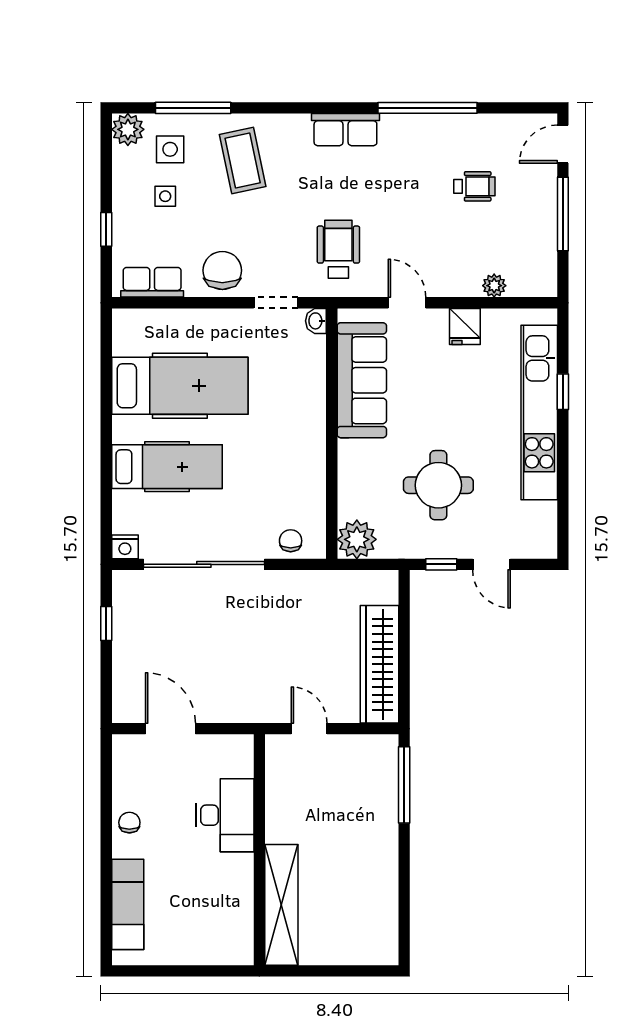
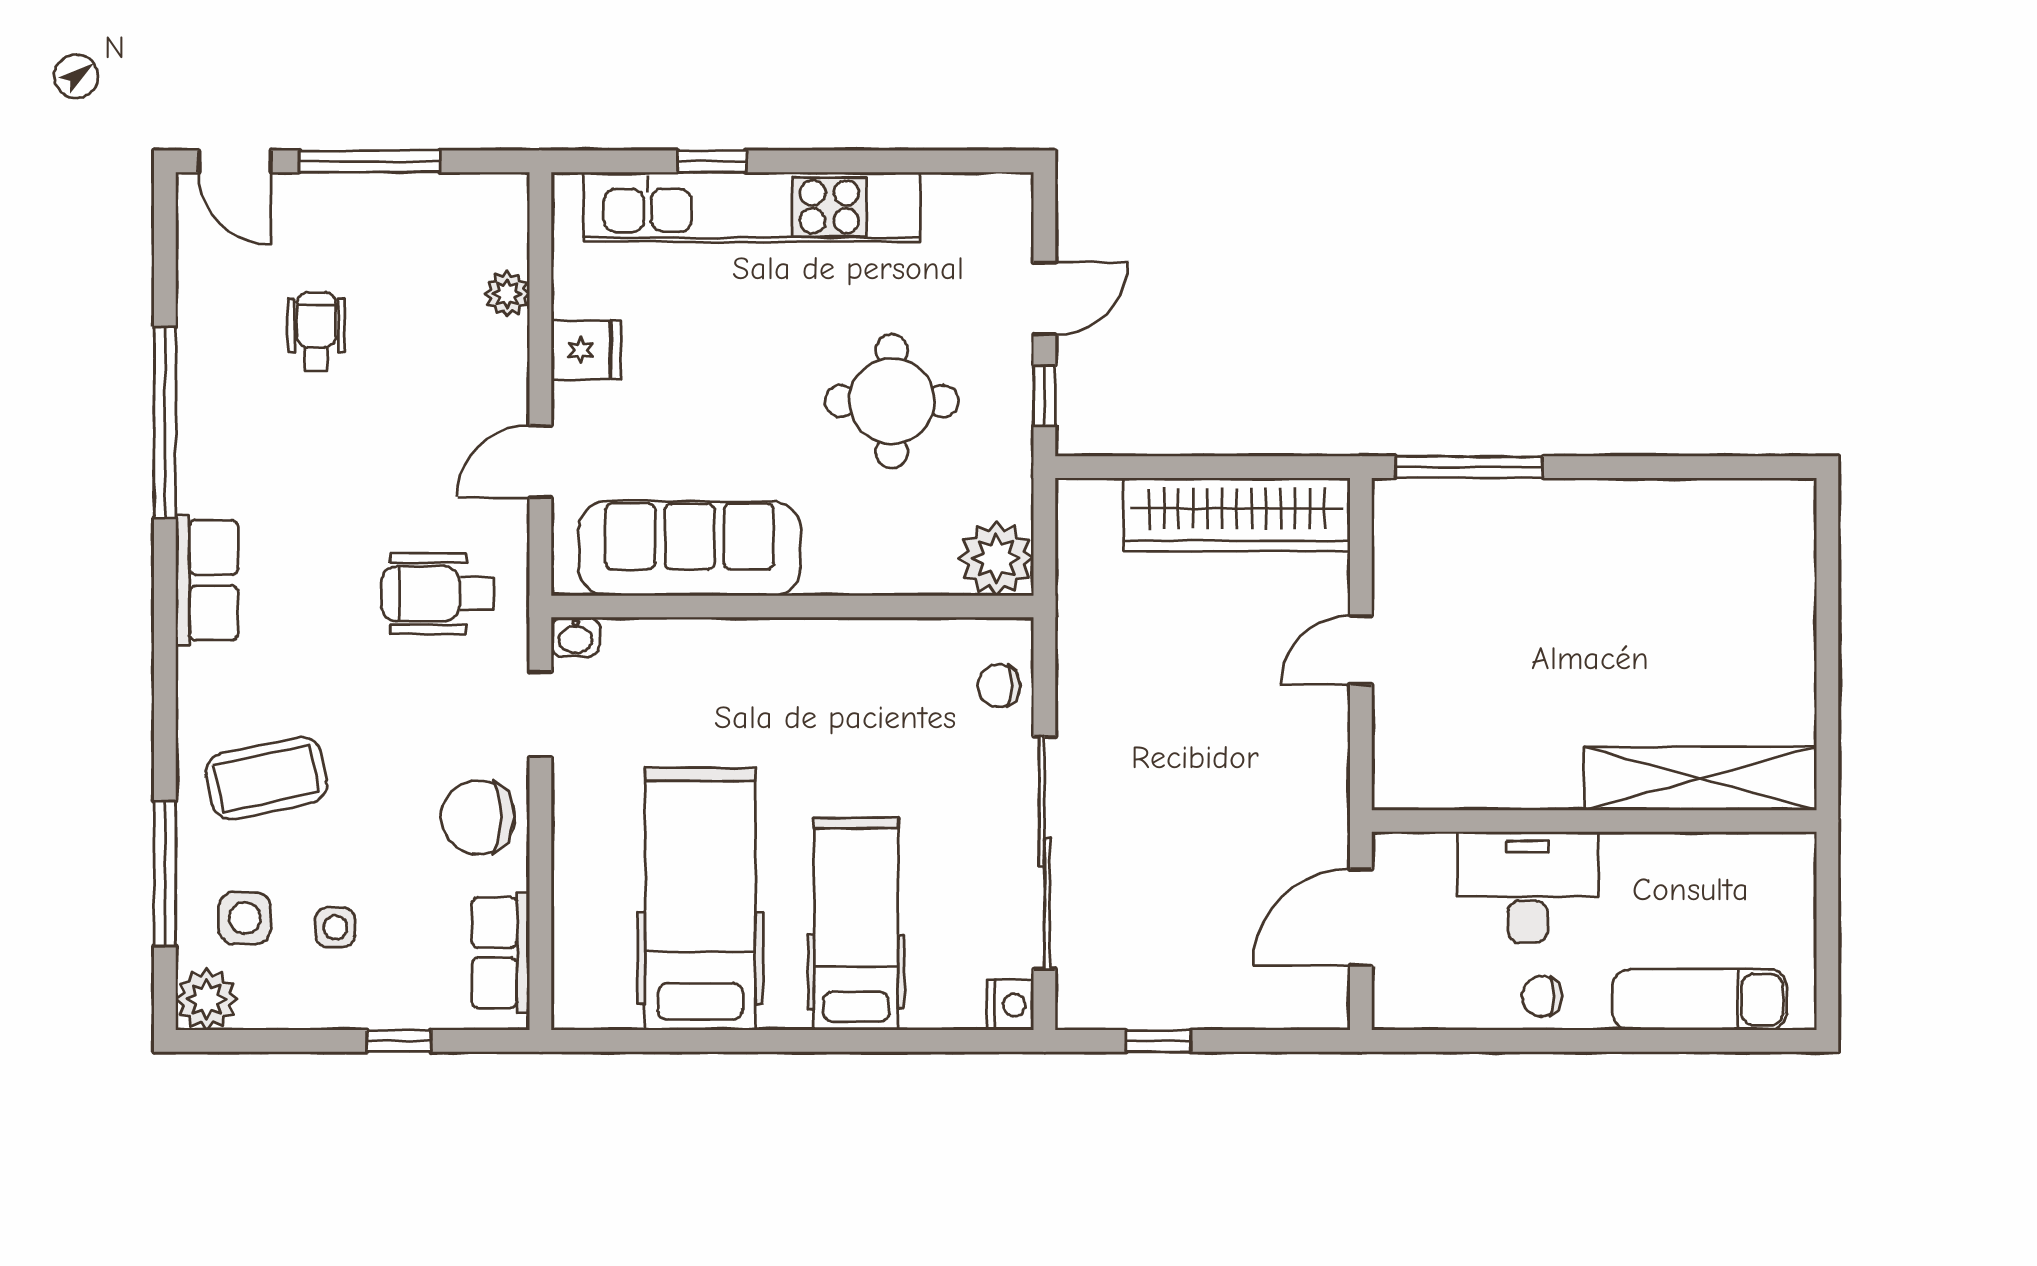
desk: (225, 815) -> (1528, 887), moved
wall: (259, 850) -> (1594, 821), moved
shelving: (281, 905) -> (1700, 779), moved

